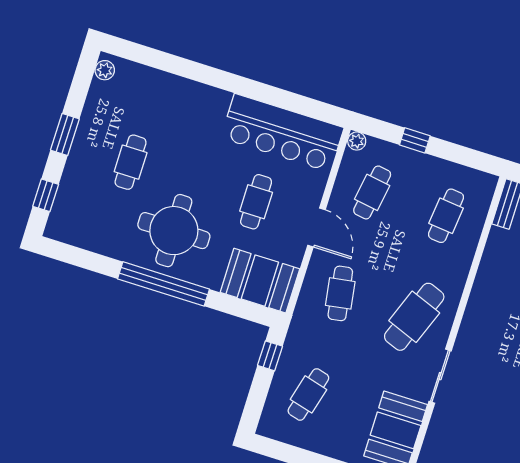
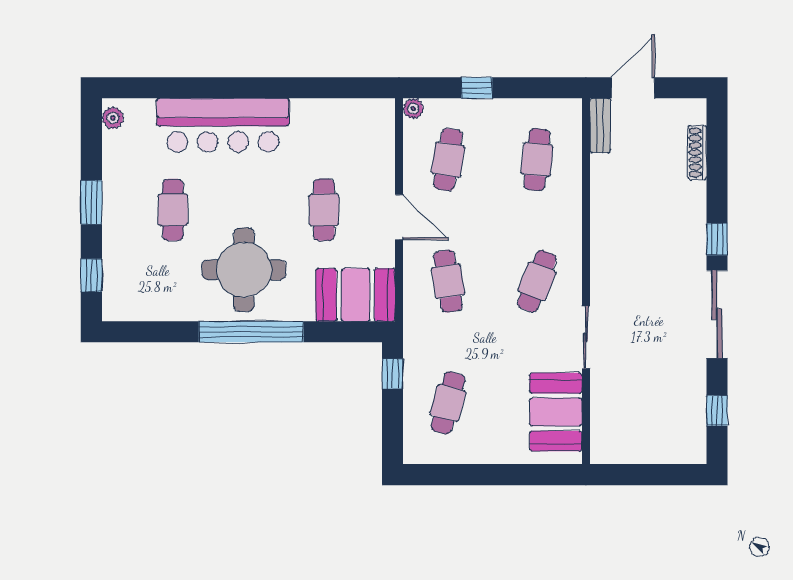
bar counter: (282, 133) -> (223, 125), moved
cafe table: (414, 317) -> (537, 281), width x0.73, depth x0.74

